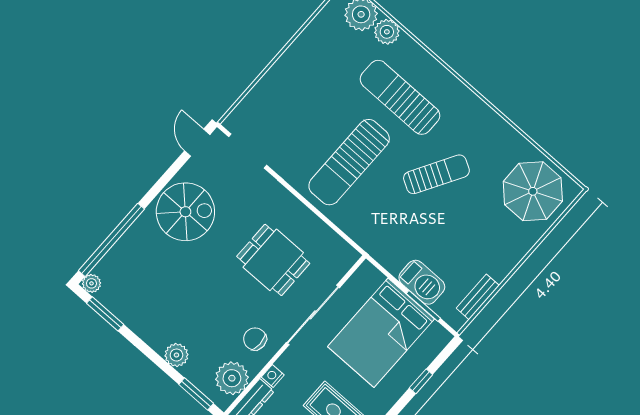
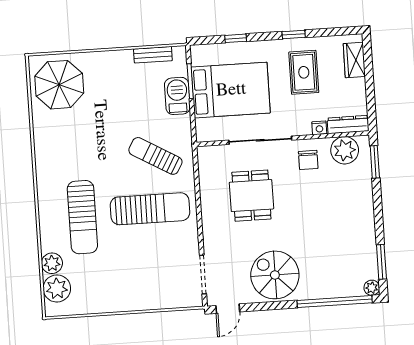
sun lounger: (436, 174) -> (155, 156), moved
plant: (176, 355) -> (364, 196), removed

